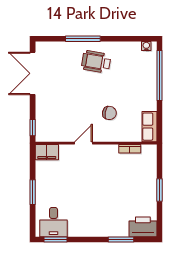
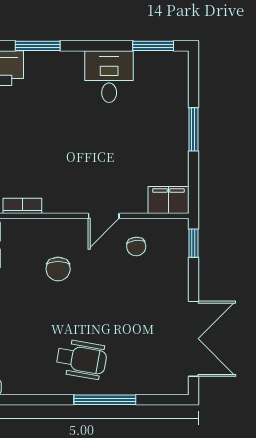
chair: (109, 113) -> (58, 269), turned -100
chair: (65, 126) -> (136, 246), added
desk: (53, 222) -> (109, 77), moved

